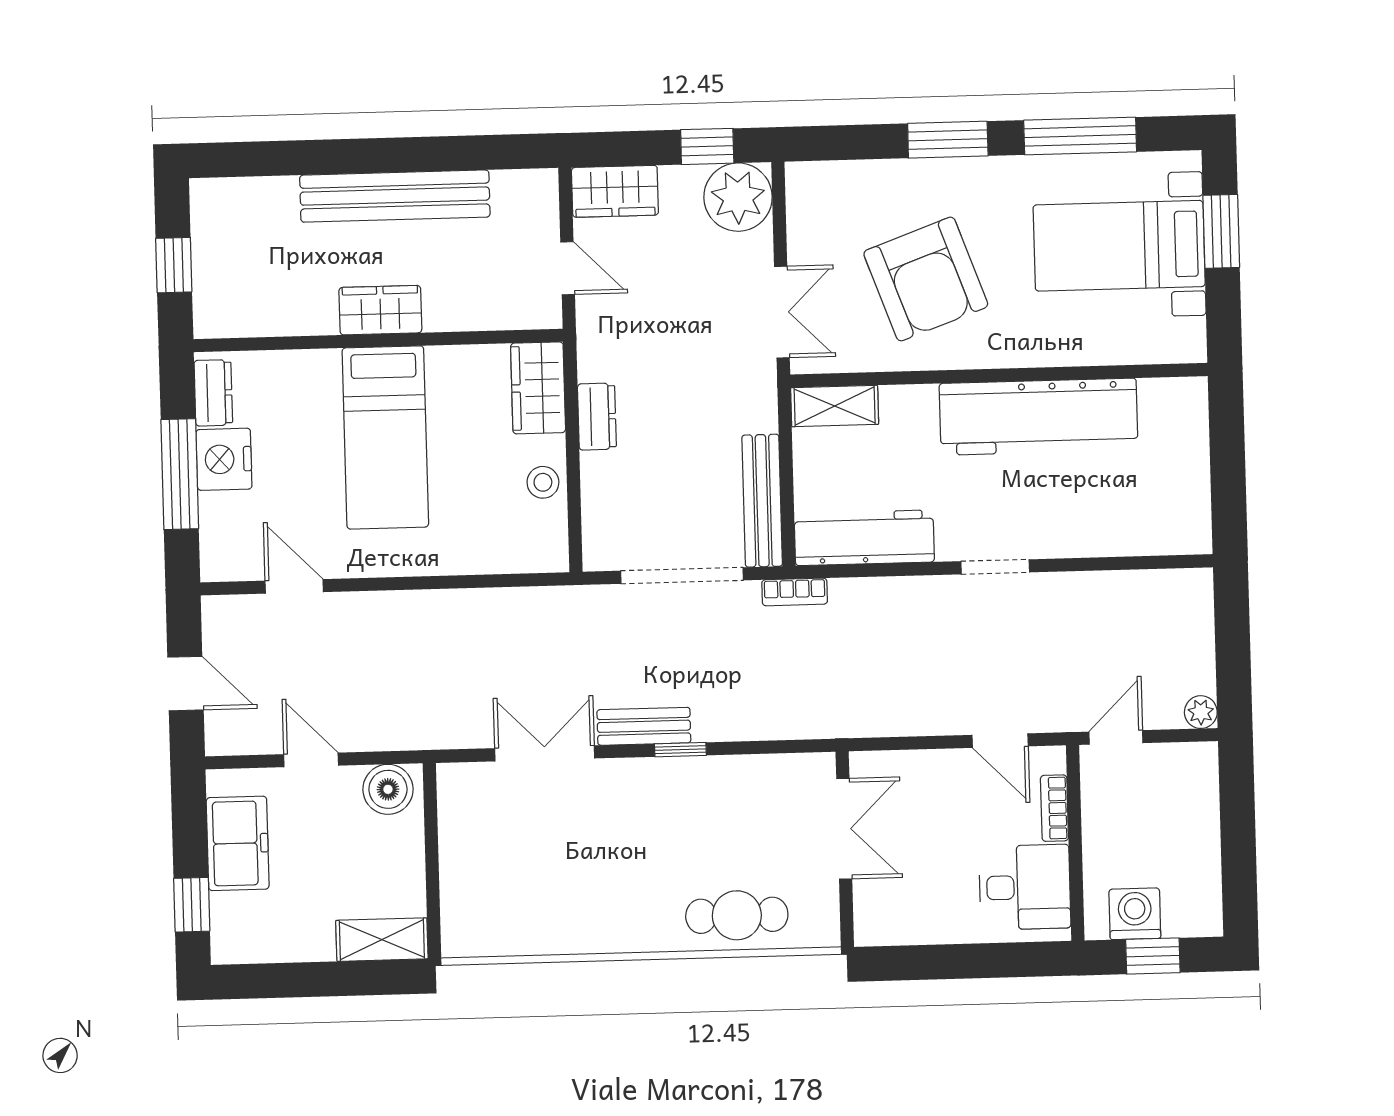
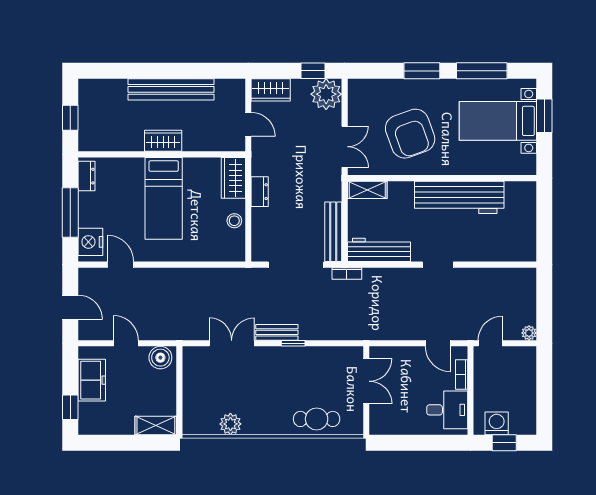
nightstand: (224, 459) -> (90, 242), moved
plant: (547, 932) -> (230, 424), added

